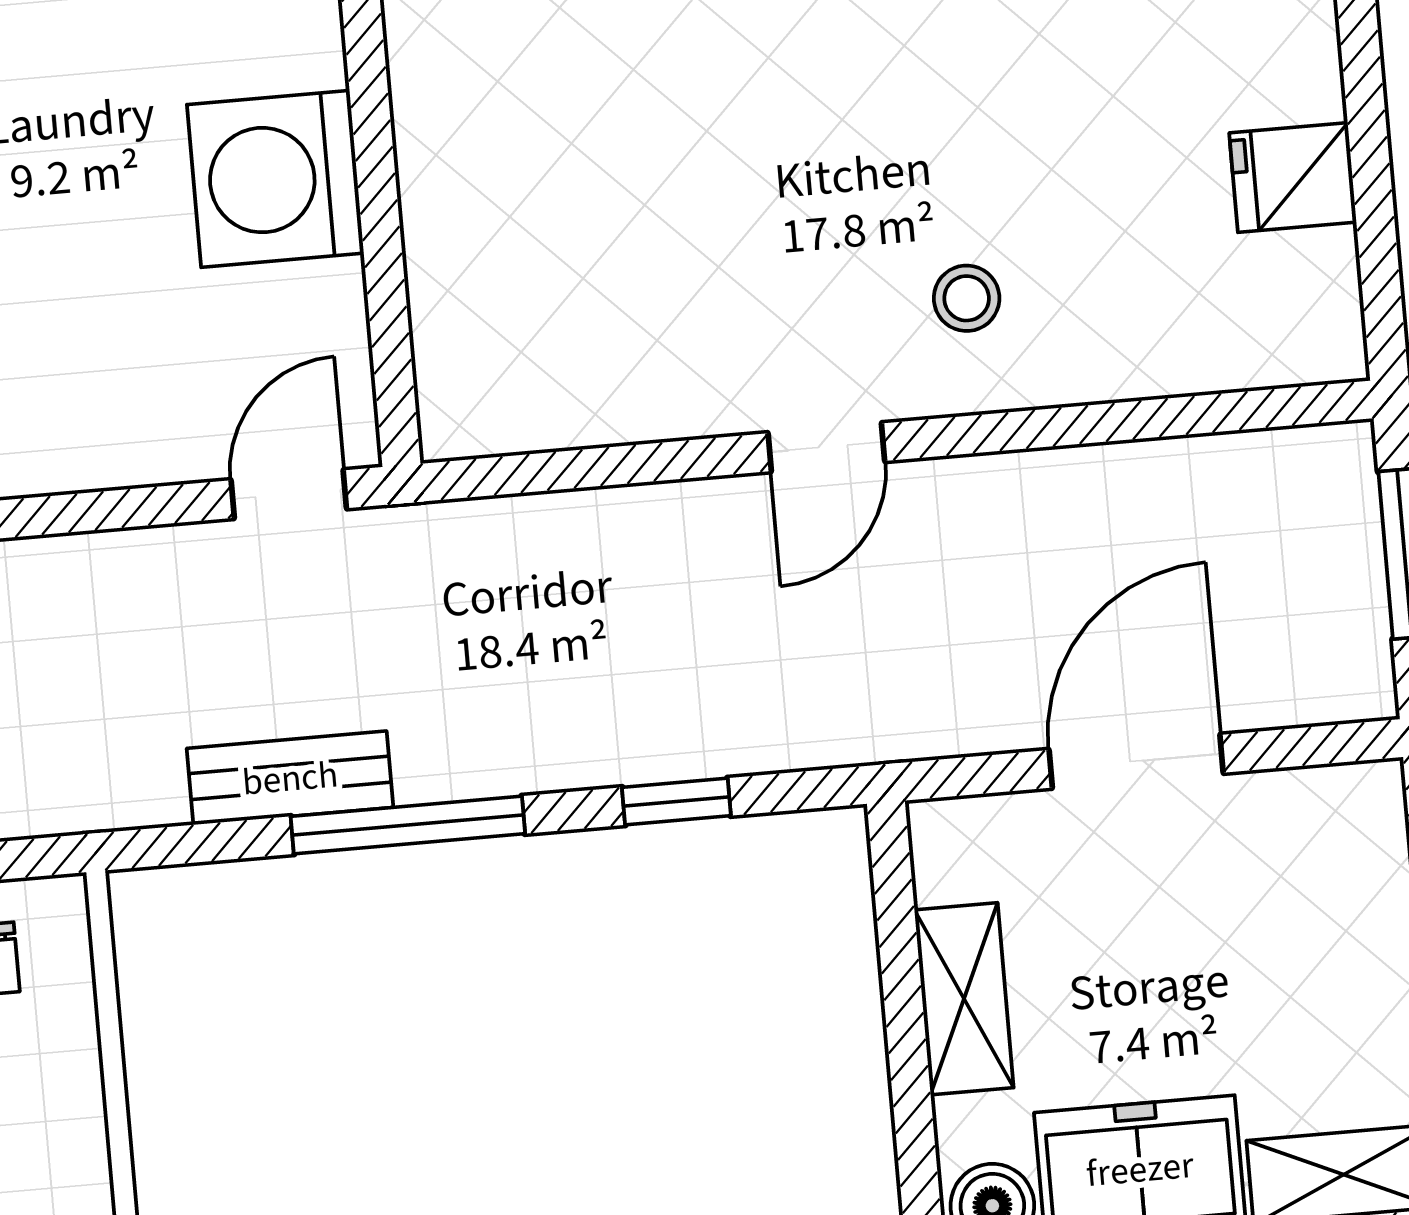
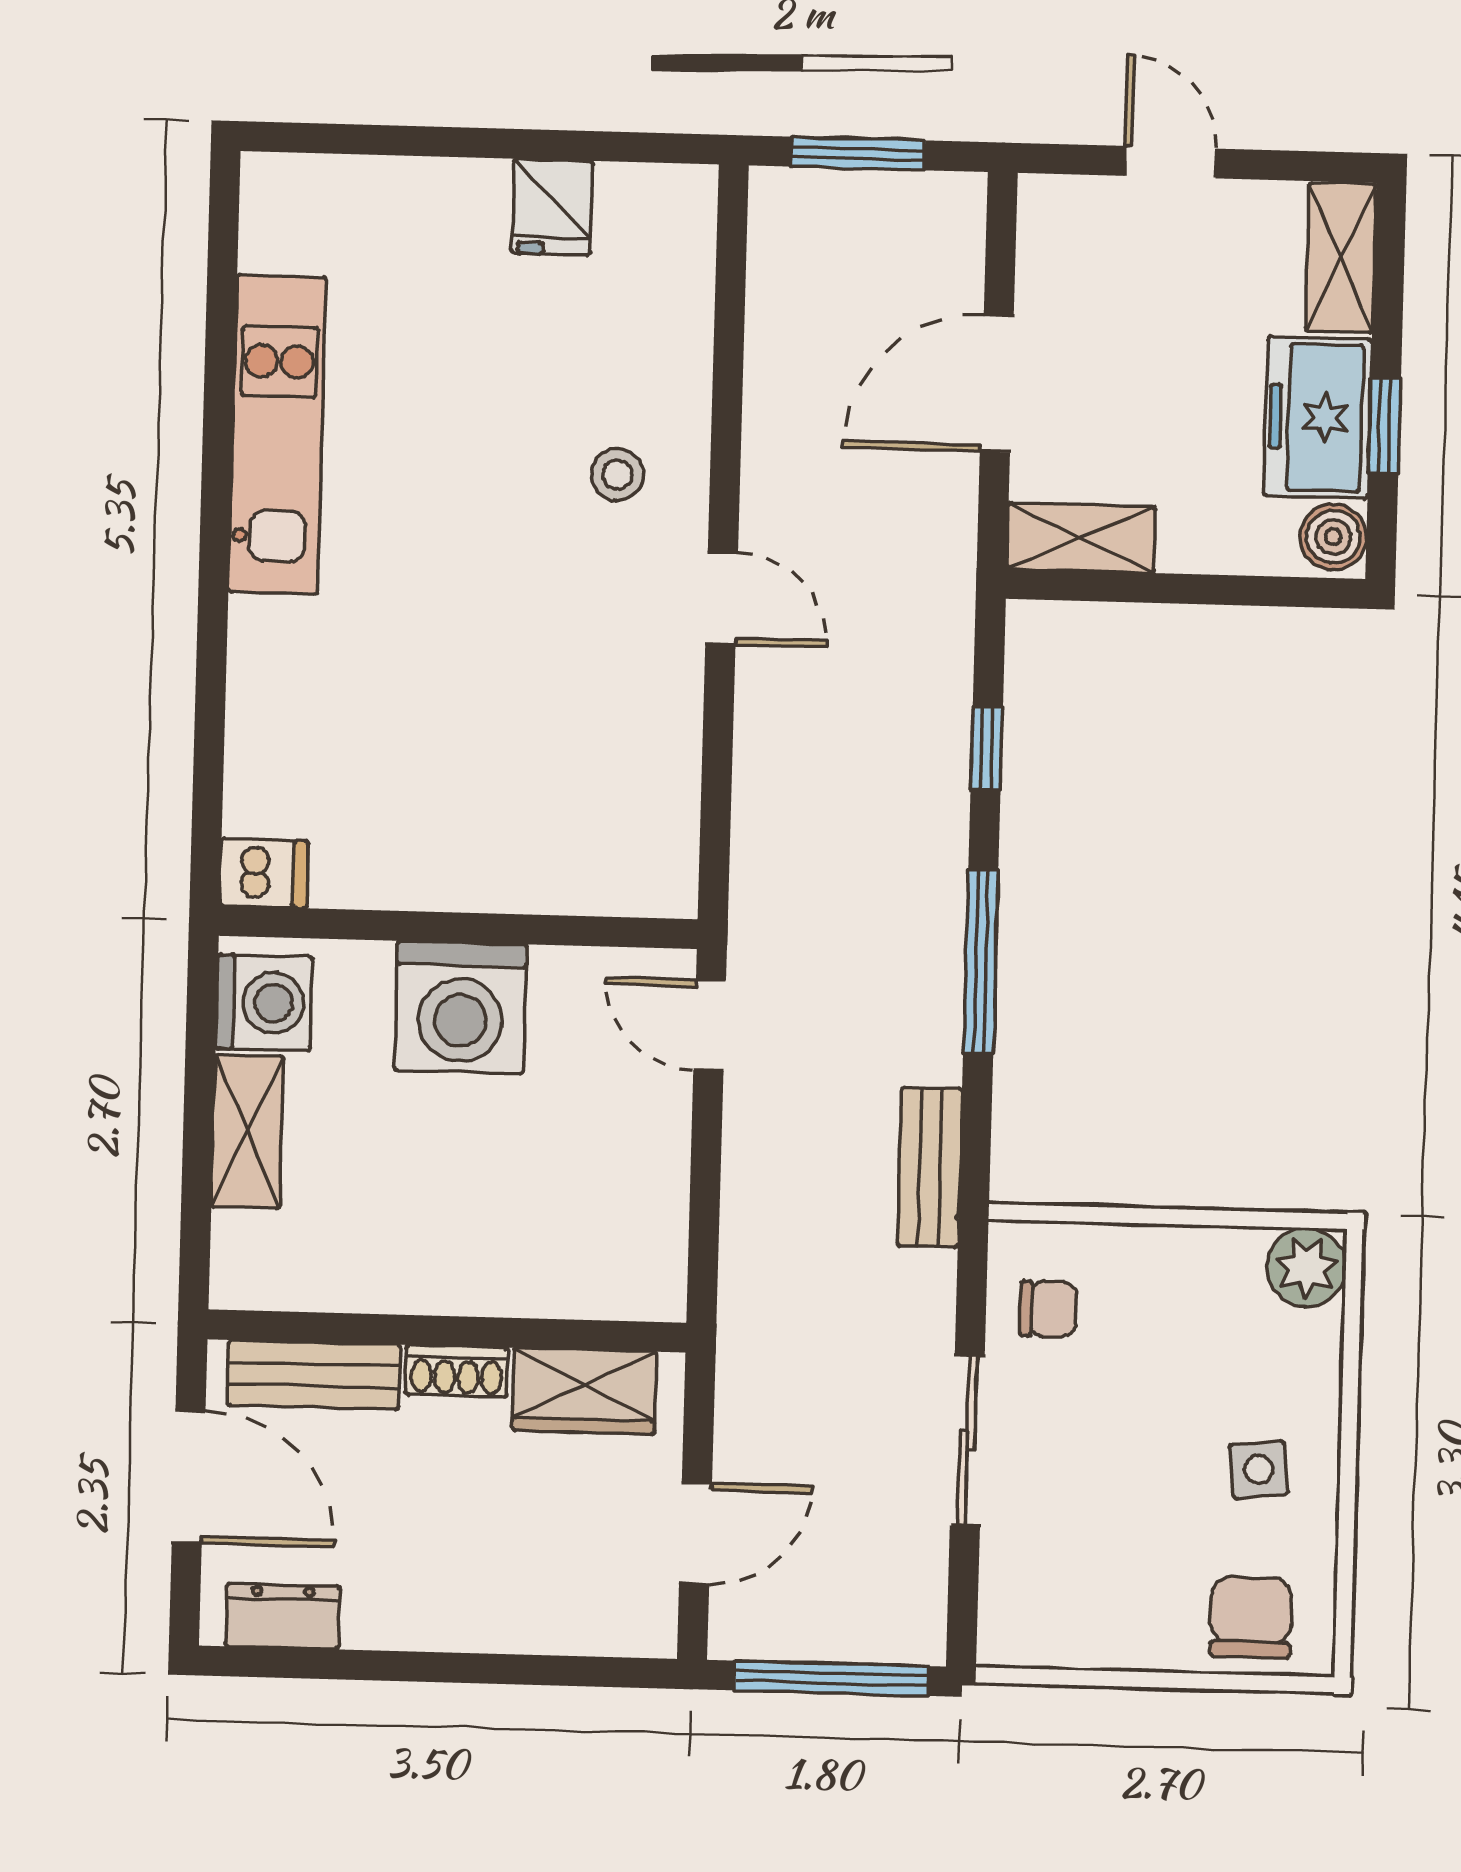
door: (1136, 761) -> (997, 383), hinge flipped
bench: (290, 778) -> (930, 1167), moved
shelving: (964, 999) -> (1081, 538), moved

